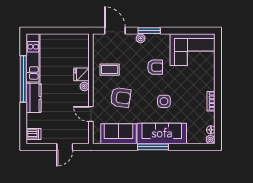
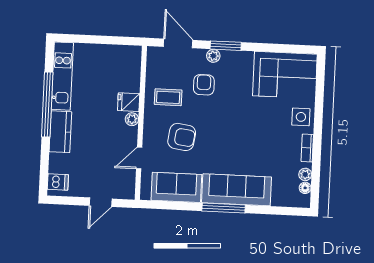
armchair: (155, 67) -> (204, 85), moved, turned -90
side table: (164, 101) -> (301, 117), moved
door: (91, 114) -> (139, 158), hinge flipped
plant: (210, 139) -> (305, 174), moved

